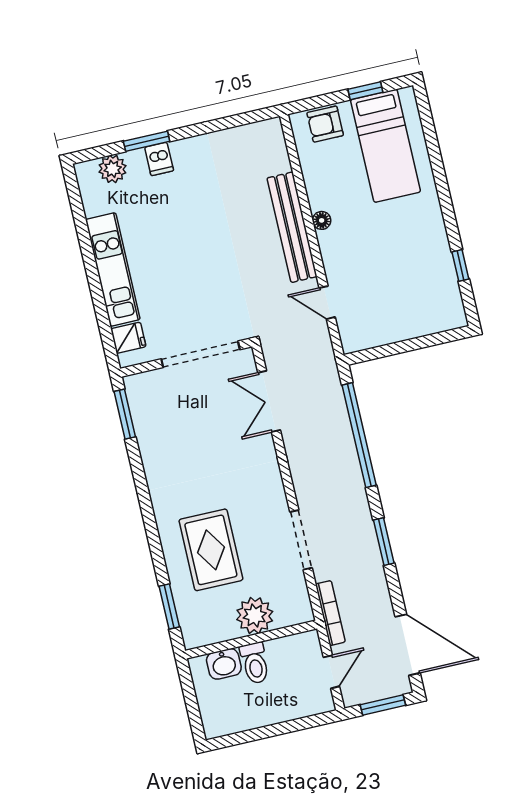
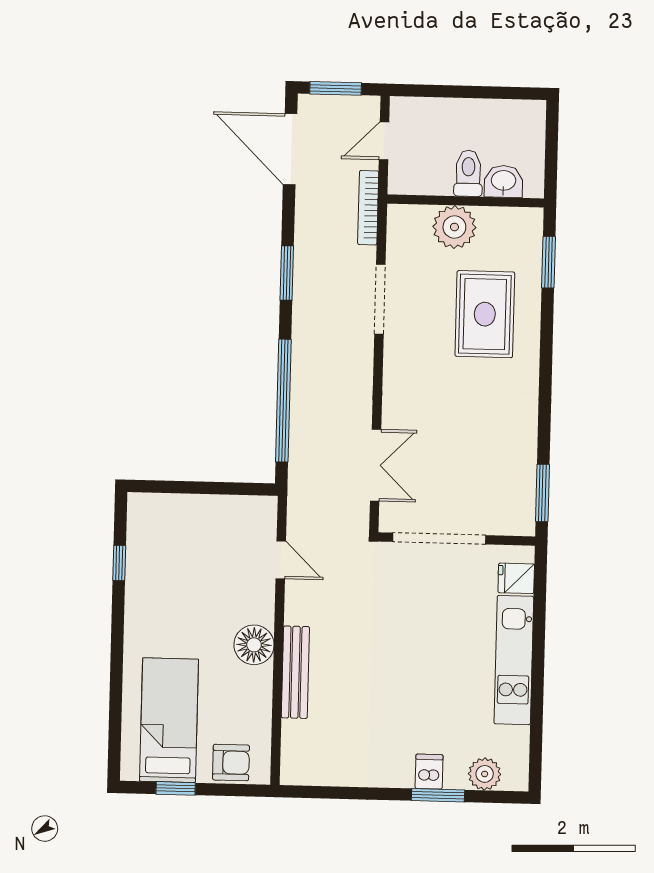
floor lamp: (322, 220) -> (254, 645), width x1.89, depth x1.89
bench: (292, 227) -> (295, 672), width x0.73, depth x0.82

